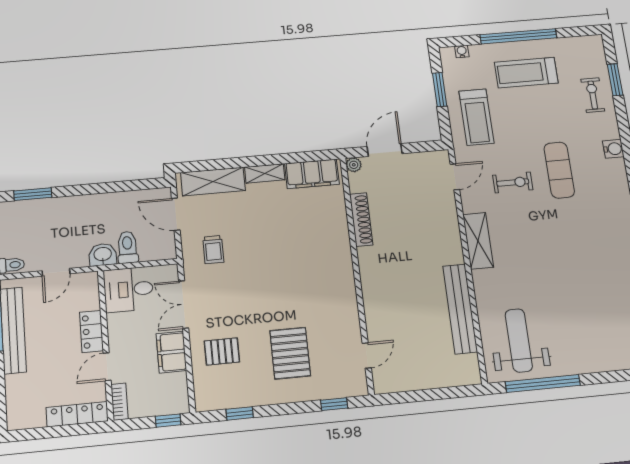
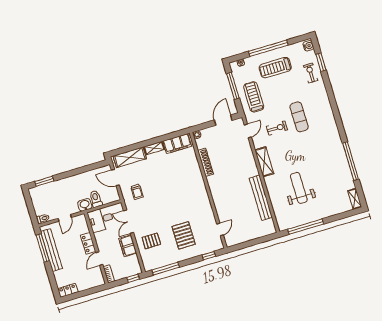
window: (440, 90) -> (233, 86), width x1.44
treadmill: (476, 117) -> (254, 97), turned 180
water cooler: (613, 149) -> (308, 46), moved
door: (385, 150) -> (223, 120), moved
weight bench: (519, 340) -> (299, 188), moved
window: (240, 413) -> (166, 269), width x2.17
locker: (77, 414) -> (68, 290), moved, width x0.66

